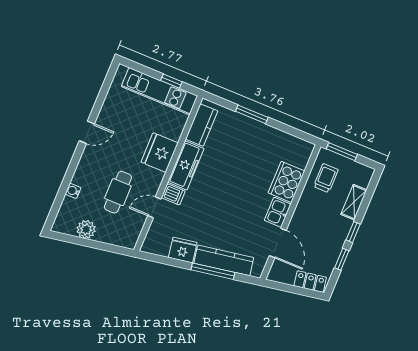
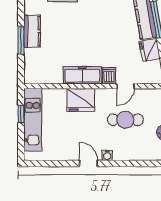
kitchen counter: (202, 125) -> (32, 31), moved, turned 90
water cooler: (73, 191) -> (107, 155), moved
door: (154, 207) -> (125, 86), hinge flipped

